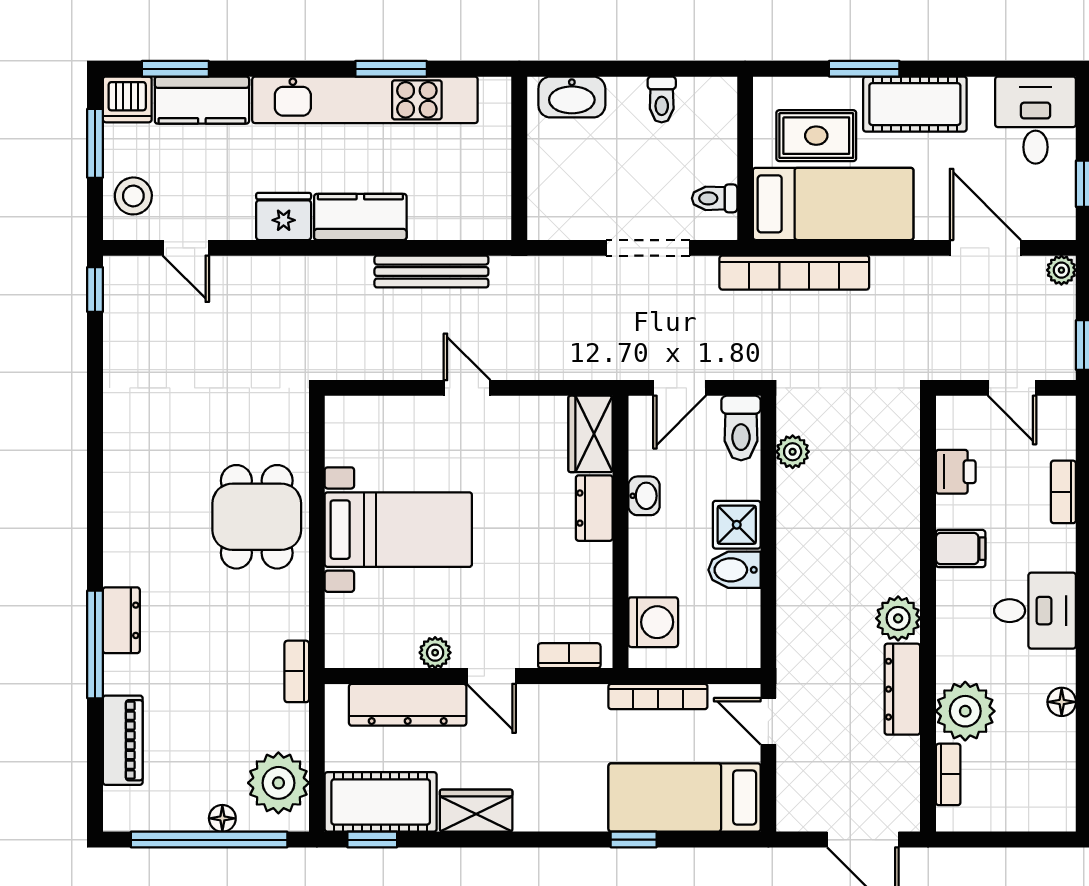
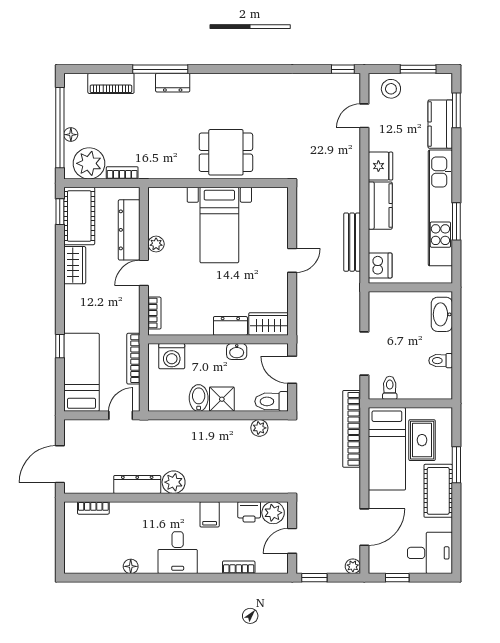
dishwasher: (127, 99) -> (380, 265), moved, turned 180
bookcase: (297, 671) -> (122, 173), moved
plant: (965, 711) -> (273, 513), moved, width x0.73, depth x0.73

